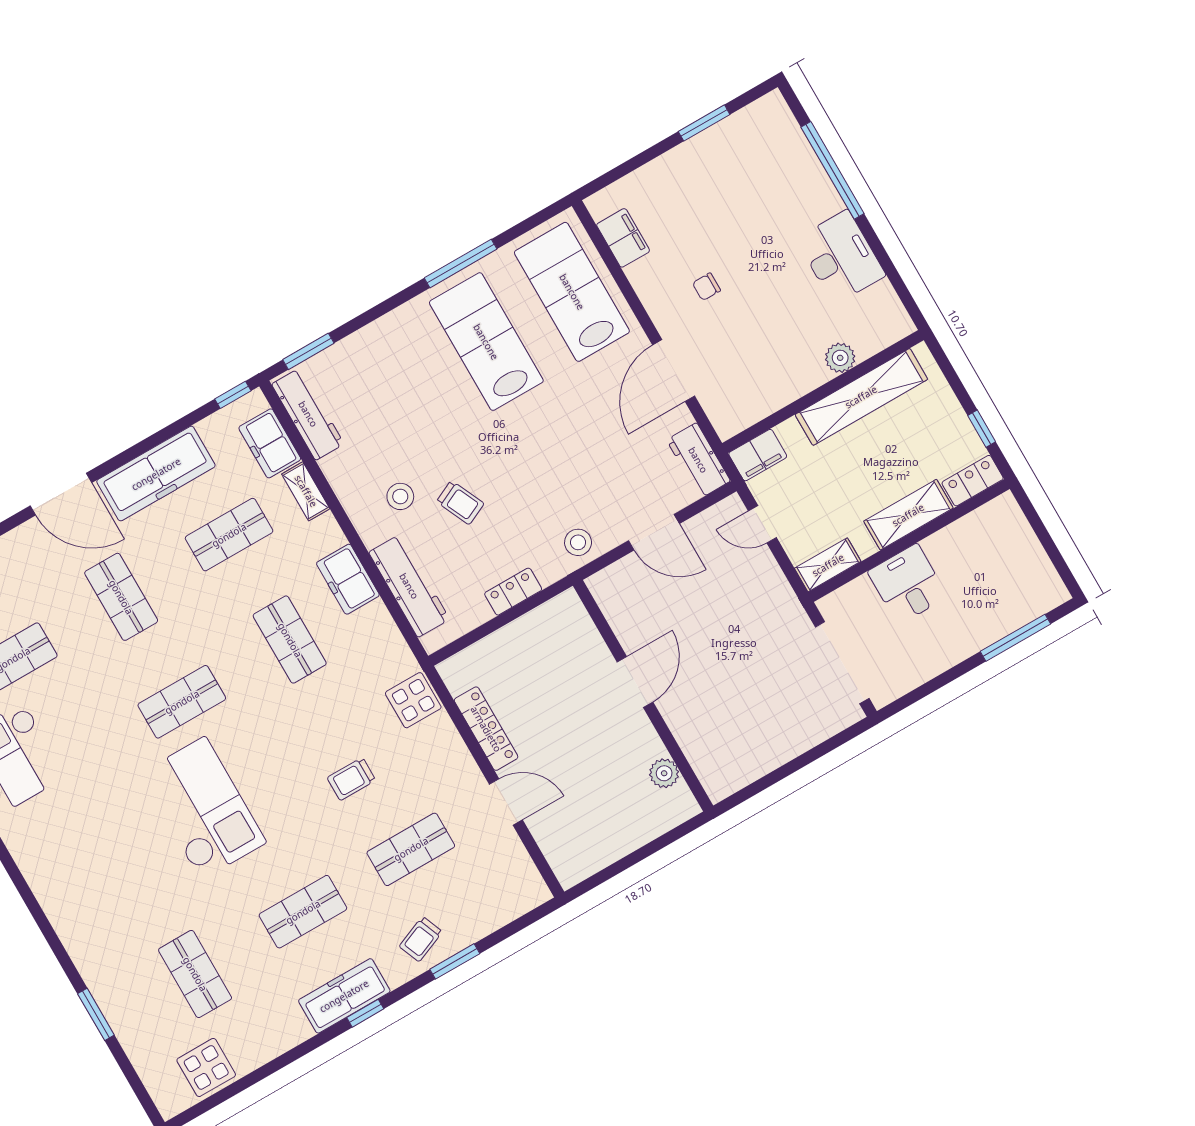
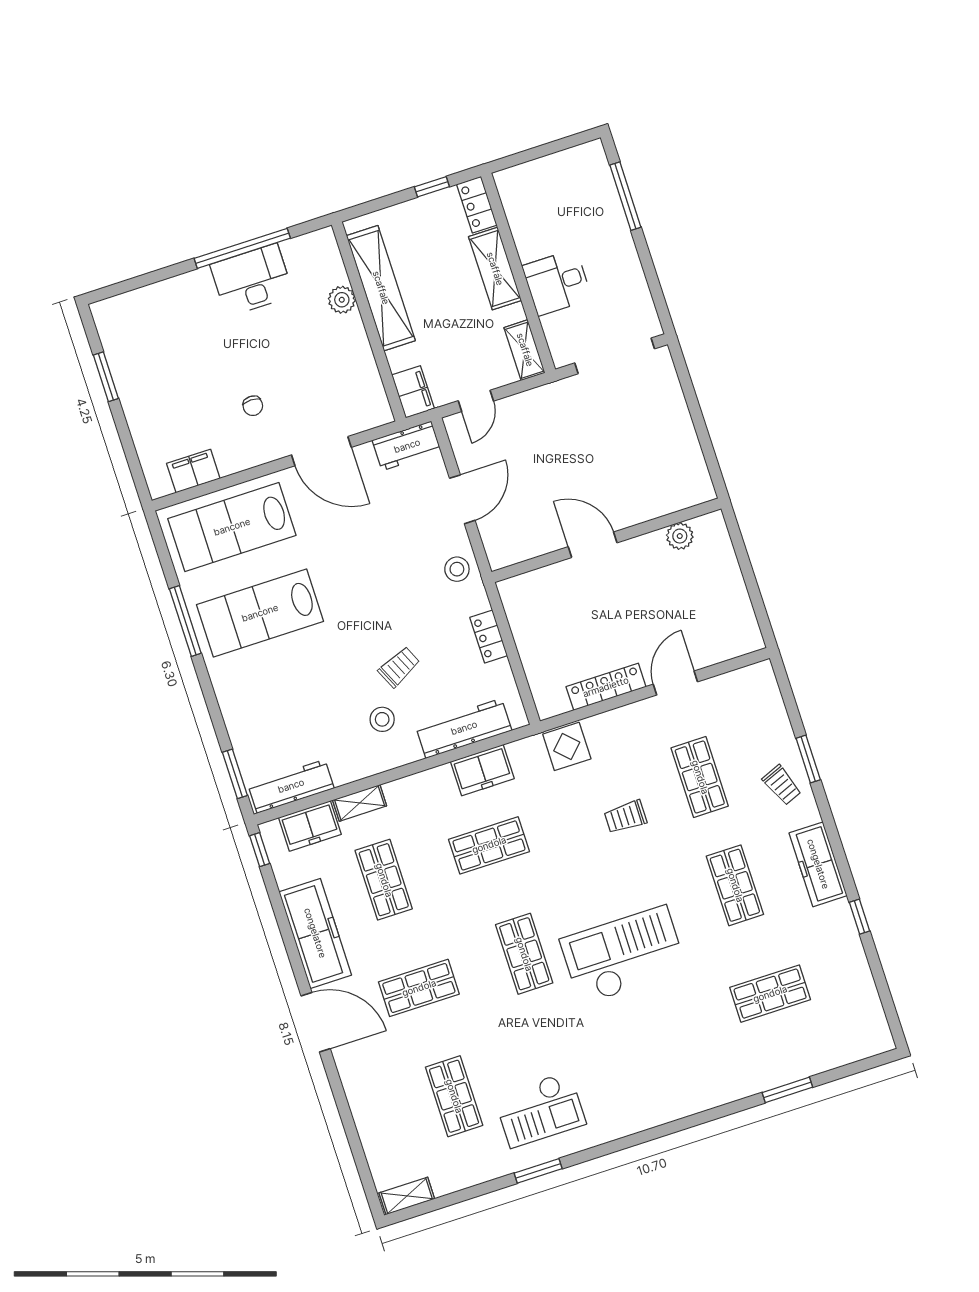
window: (833, 170) -> (242, 248), moved
door: (61, 494) -> (316, 1022), hinge flipped
freezer: (348, 579) -> (482, 770), moved
trolley: (351, 779) -> (625, 817), turned 90
window: (365, 1013) -> (859, 917), moved
display table: (206, 1067) -> (856, 1001), removed

